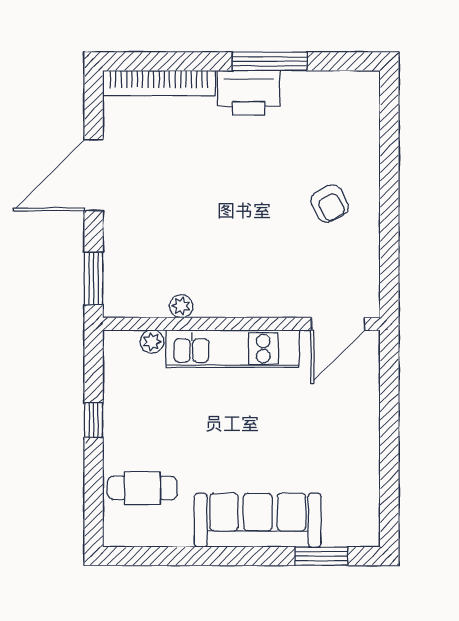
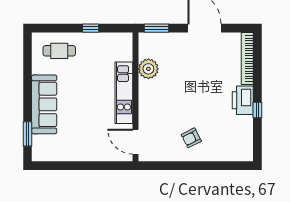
window: (270, 61) -> (257, 110), width x0.46
plant: (181, 306) -> (148, 69), width x1.87, depth x1.87
plant: (152, 342) -> (127, 55), removed
cafe table: (142, 488) -> (59, 51), turned 90

